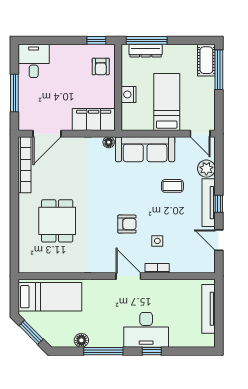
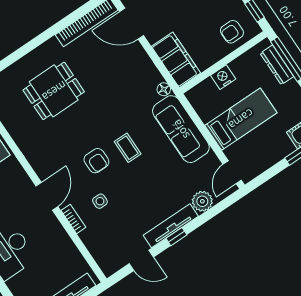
coffee table: (172, 186) -> (128, 148), moved
door: (219, 240) -> (141, 260), swing flipped

